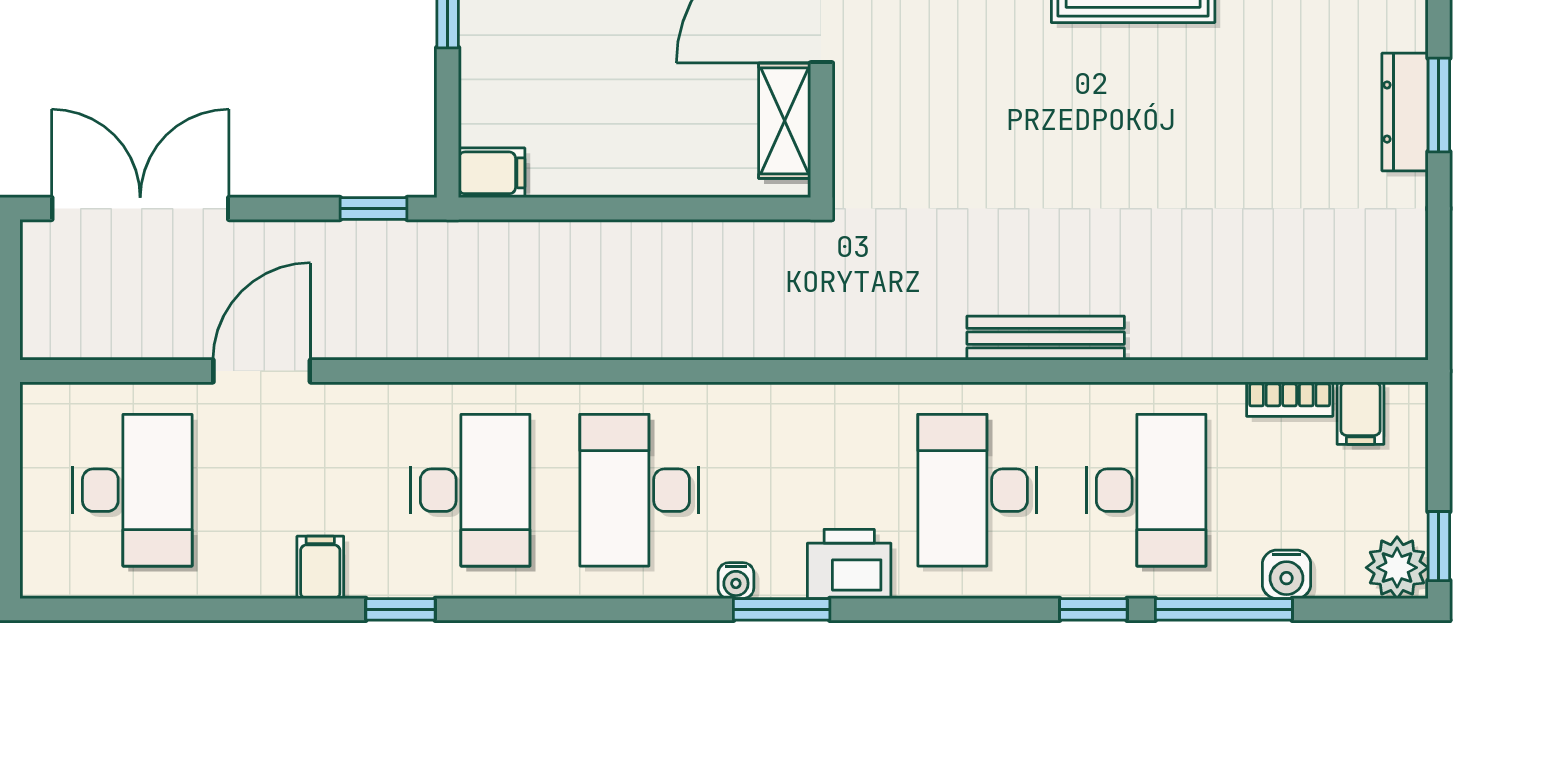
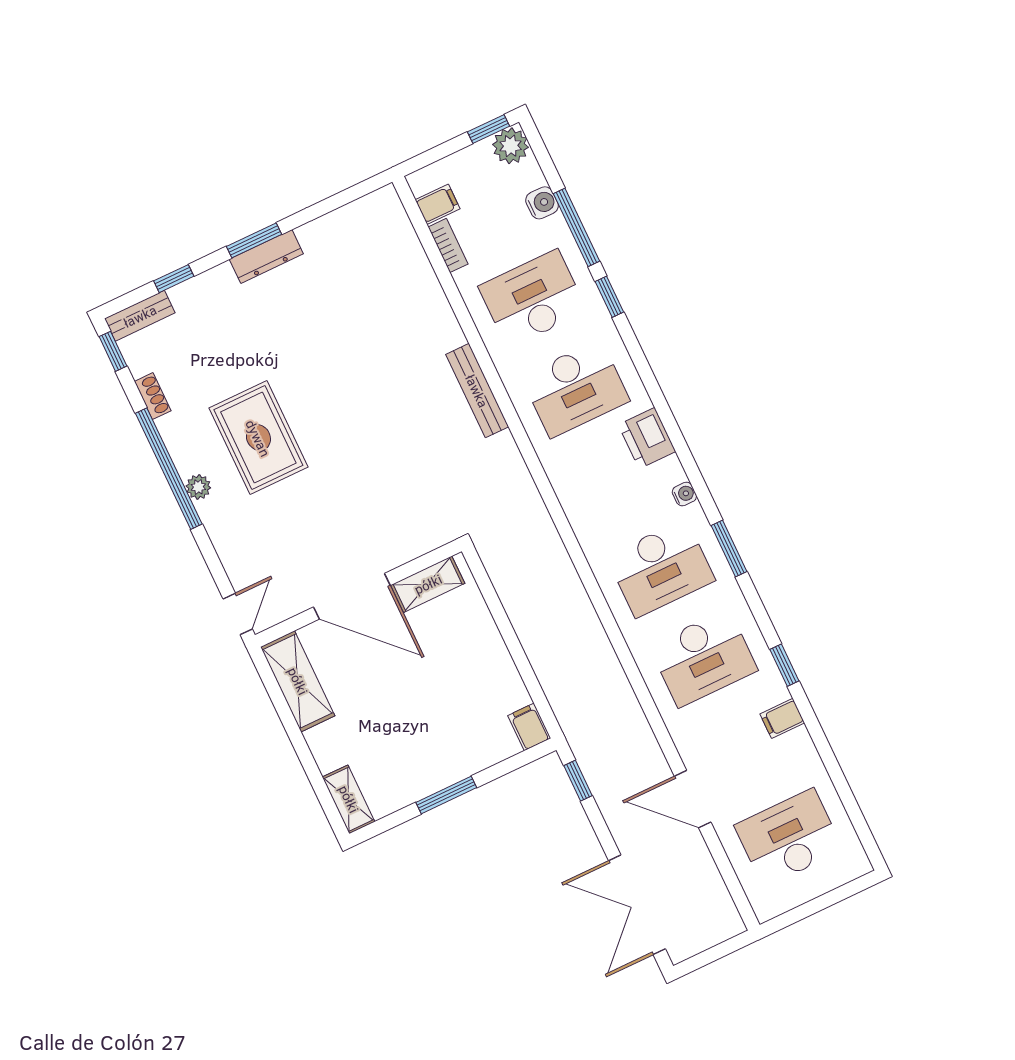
desk: (470, 490) -> (703, 658), turned 180
window: (782, 609) -> (729, 548), moved

